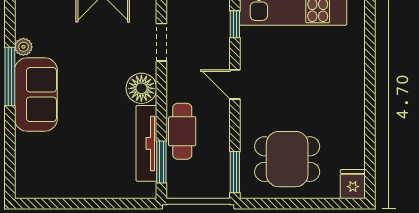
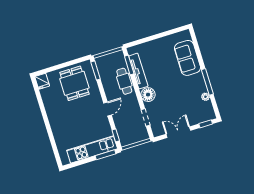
door: (235, 84) -> (108, 109), hinge flipped
sofa: (36, 95) -> (187, 58), moved
dining table: (287, 159) -> (74, 83), turned 90

